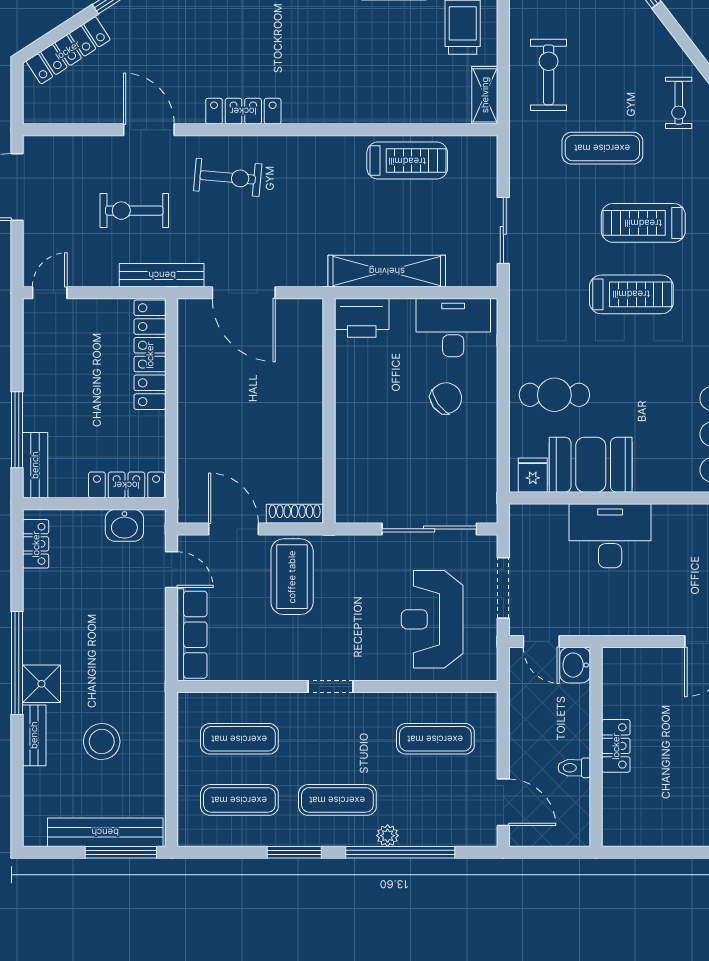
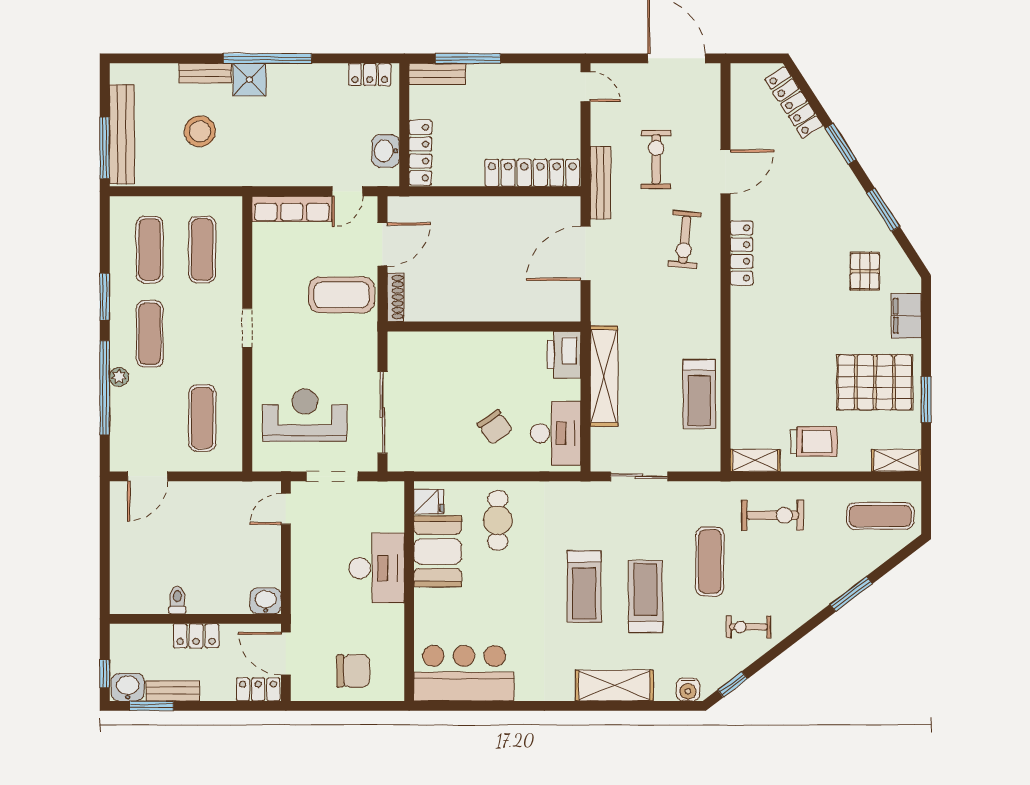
washbasin: (575, 665) -> (266, 601), moved
locker: (616, 746) -> (196, 636), moved
wall: (596, 747) -> (195, 619), moved
toilet: (574, 768) -> (177, 600), moved

